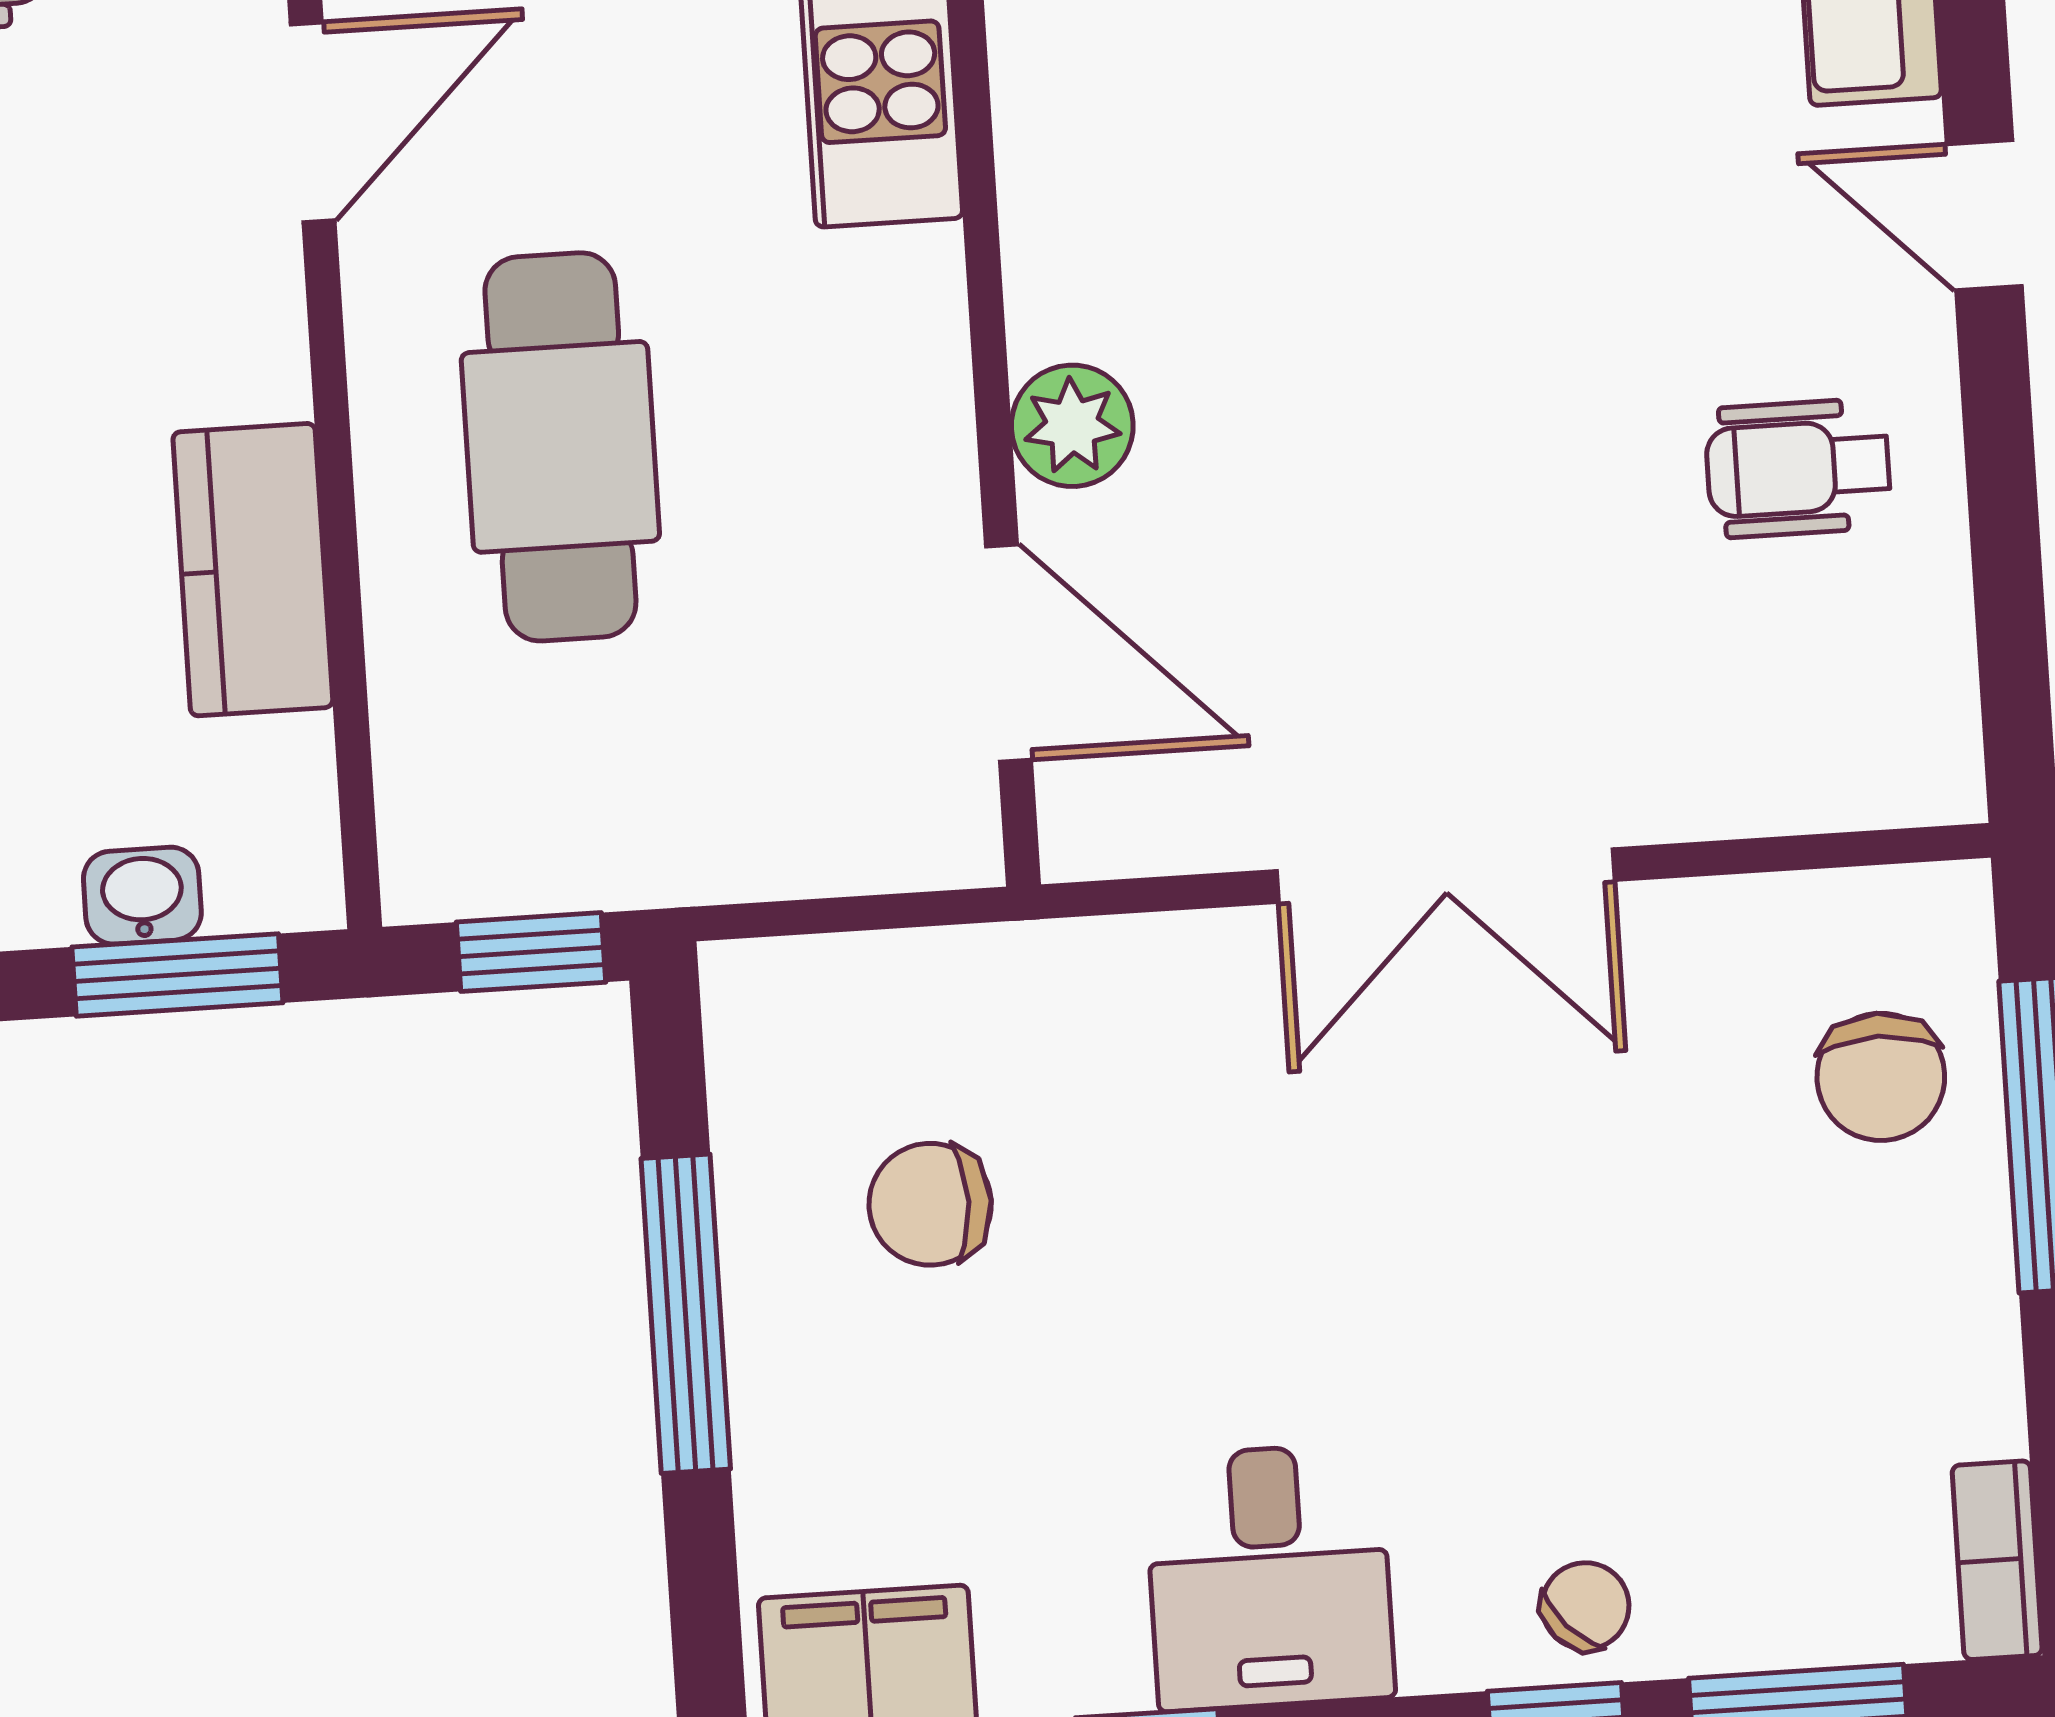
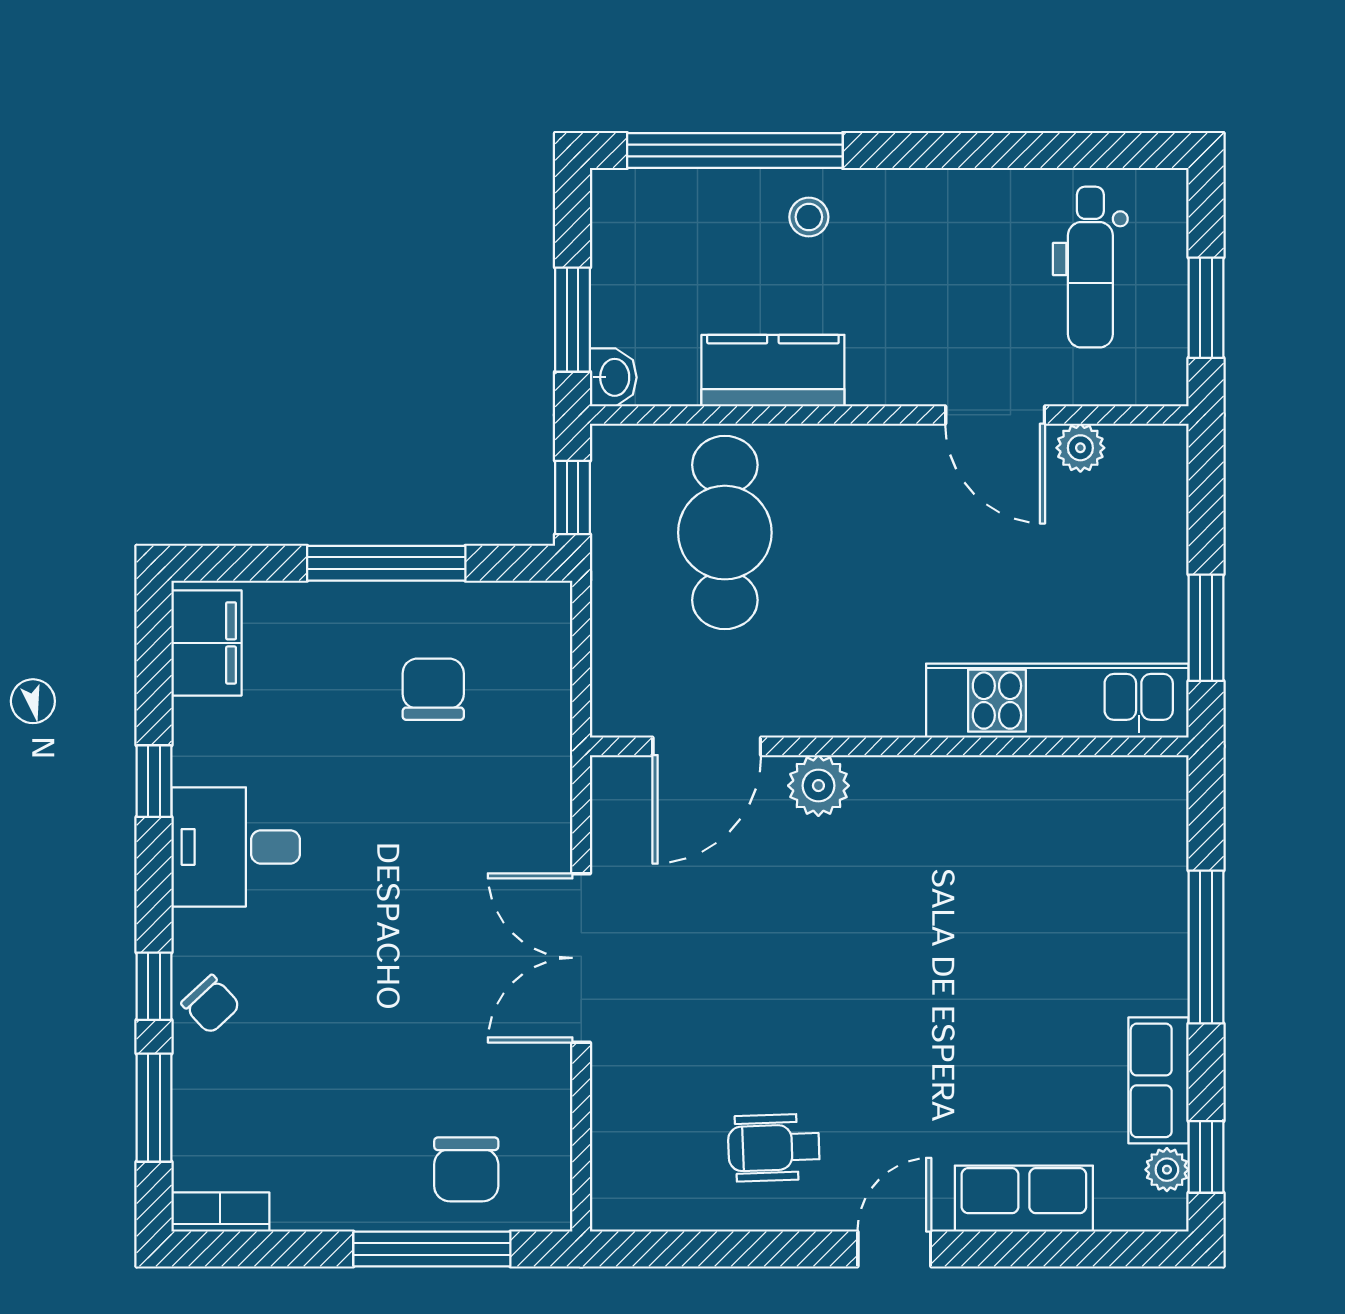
cafe table: (560, 447) -> (725, 533), moved, turned 90
wheelchair: (1798, 468) -> (774, 1148), turned -92
washbasin: (142, 896) -> (613, 377), moved
chair: (1881, 1077) -> (466, 1169), turned -90

